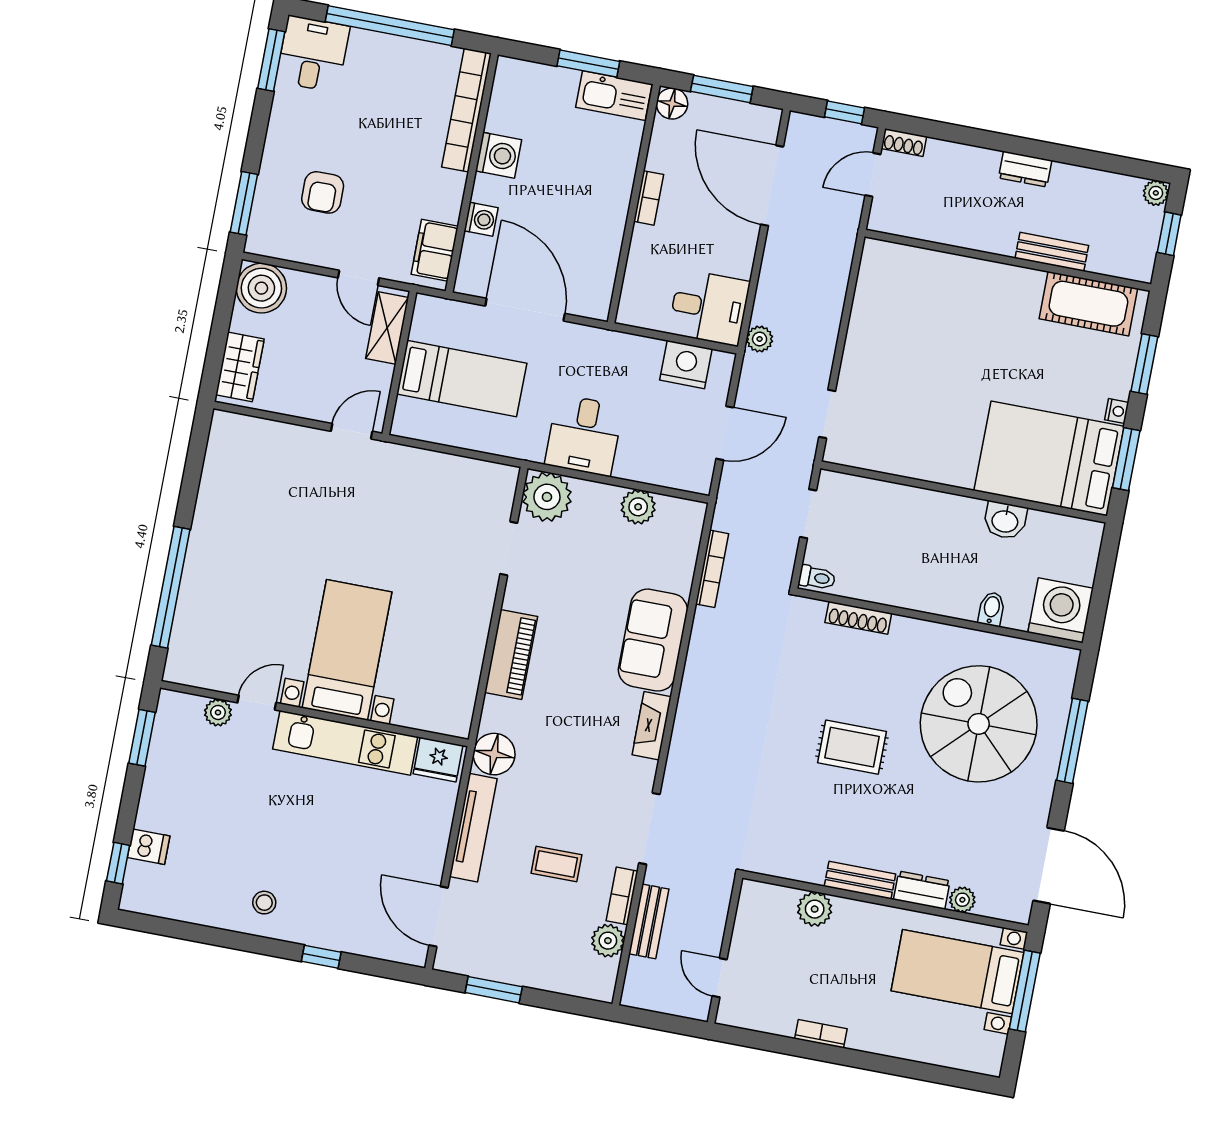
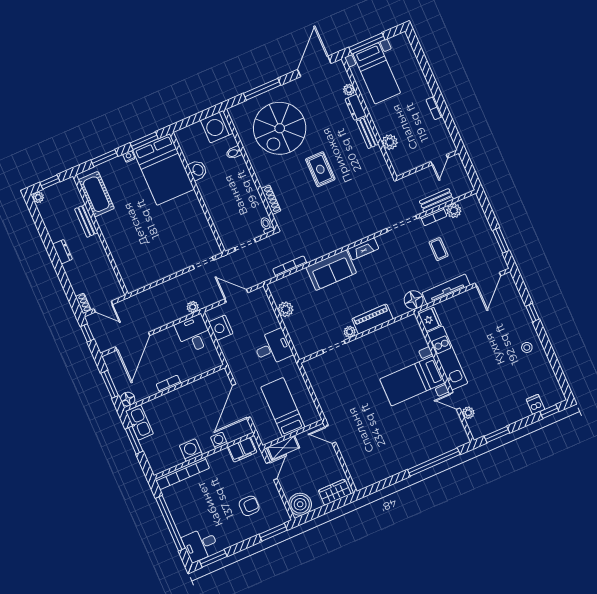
plant: (547, 497) -> (350, 332), moved, width x0.53, depth x0.53

